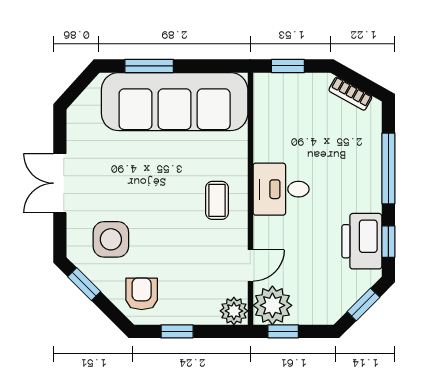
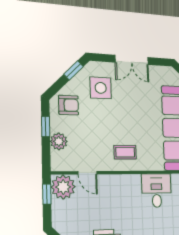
double door: (60, 183) -> (132, 60), swing flipped
desk: (281, 189) -> (157, 190), moved
plant: (234, 311) -> (59, 141), moved

